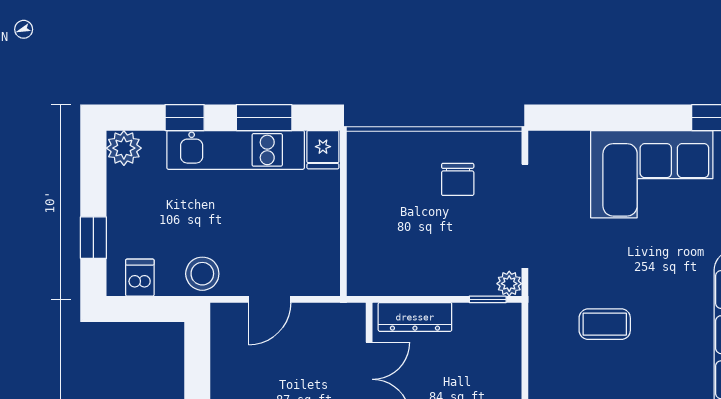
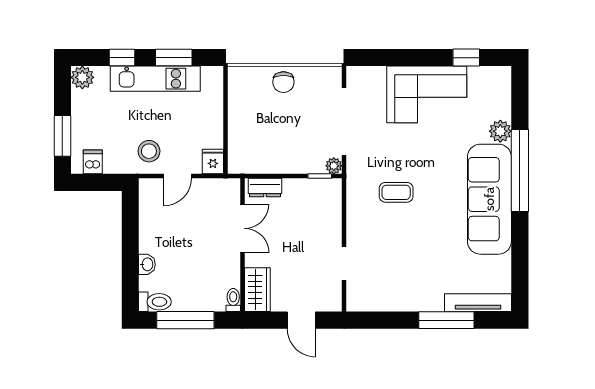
fridge: (323, 150) -> (213, 161), moved, turned 180
chair: (458, 179) -> (283, 82), moved
window: (93, 238) -> (62, 136), width x1.50
stool: (202, 274) -> (149, 151), moved
dresser: (415, 317) -> (265, 188), width x0.70

